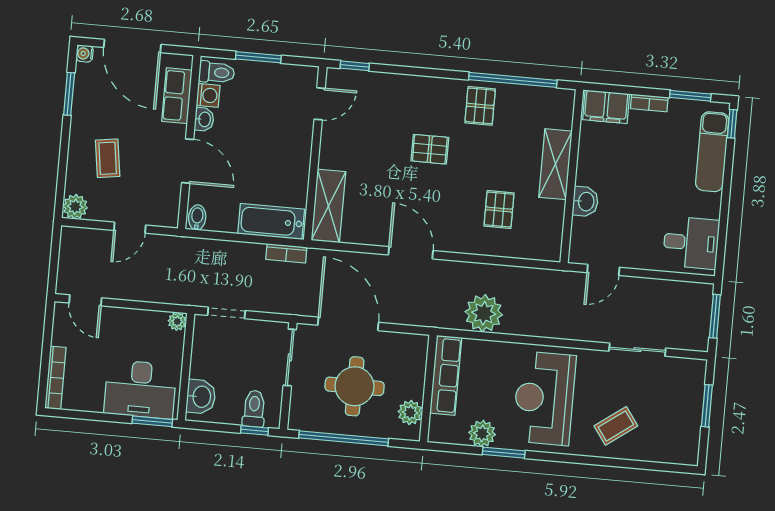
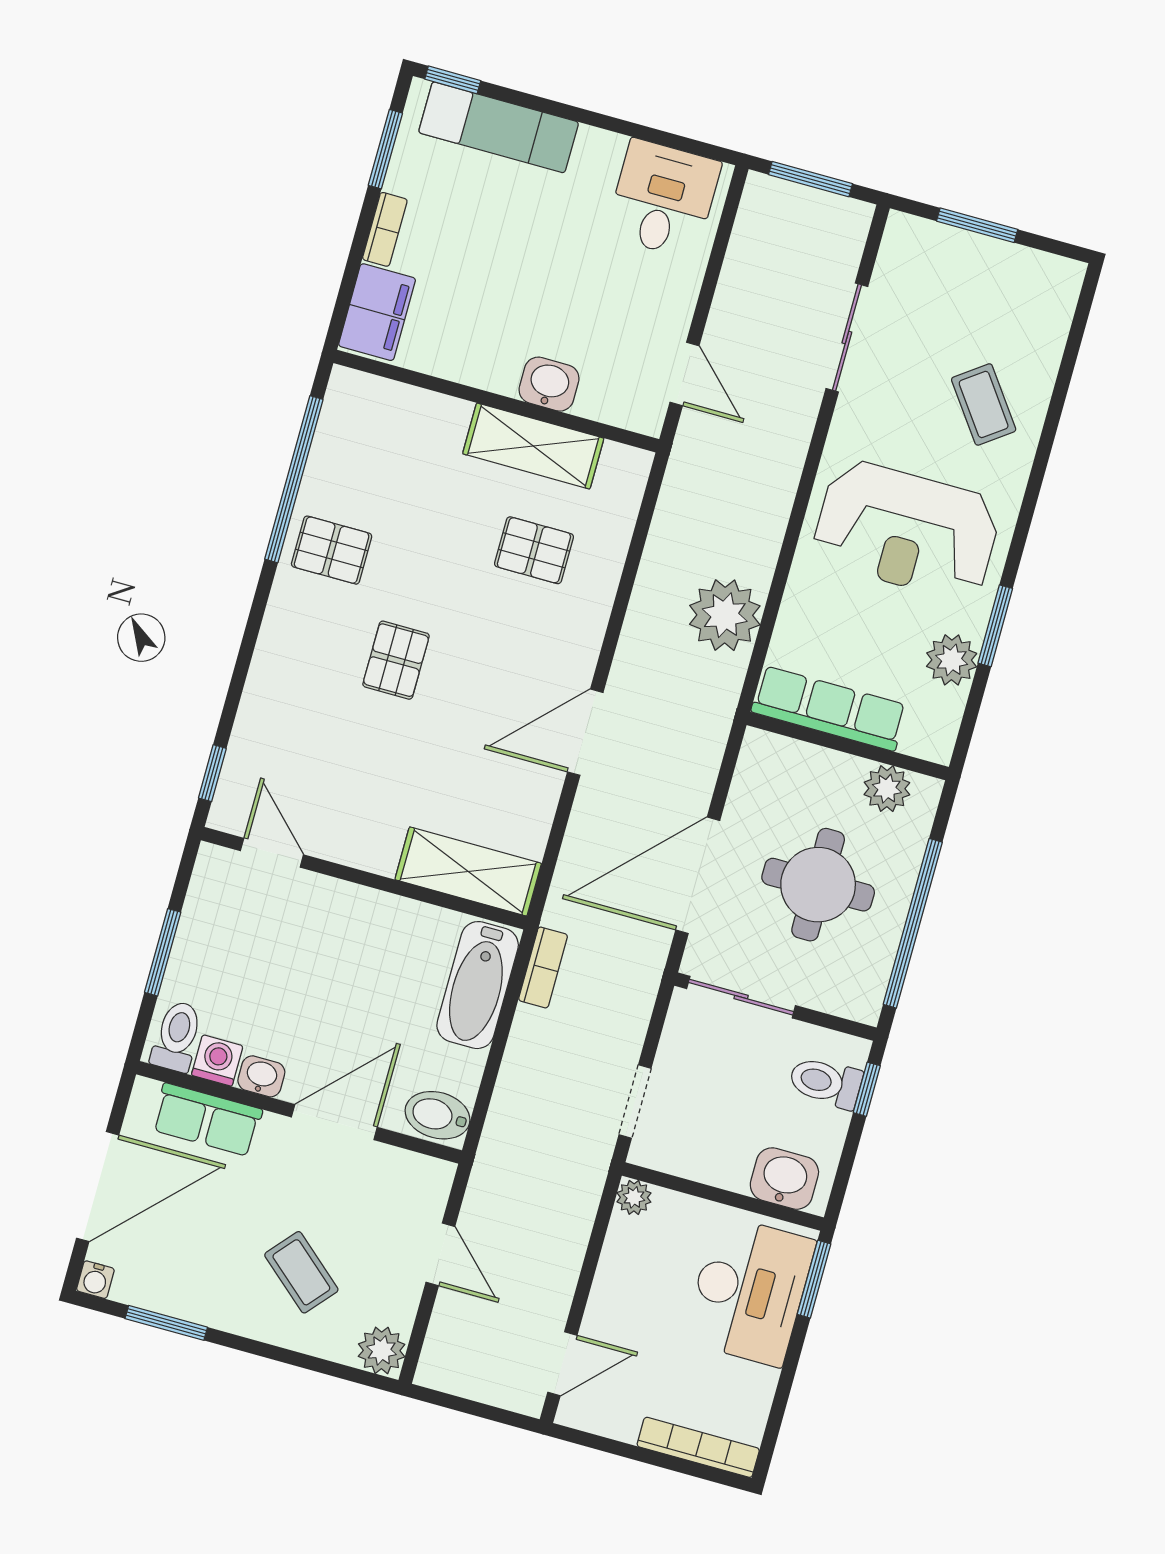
coffee table: (108, 158) -> (301, 1272), turned 49
shelving: (555, 164) -> (533, 446), moved
bidet: (197, 217) -> (438, 1115), width x1.38, depth x1.36

